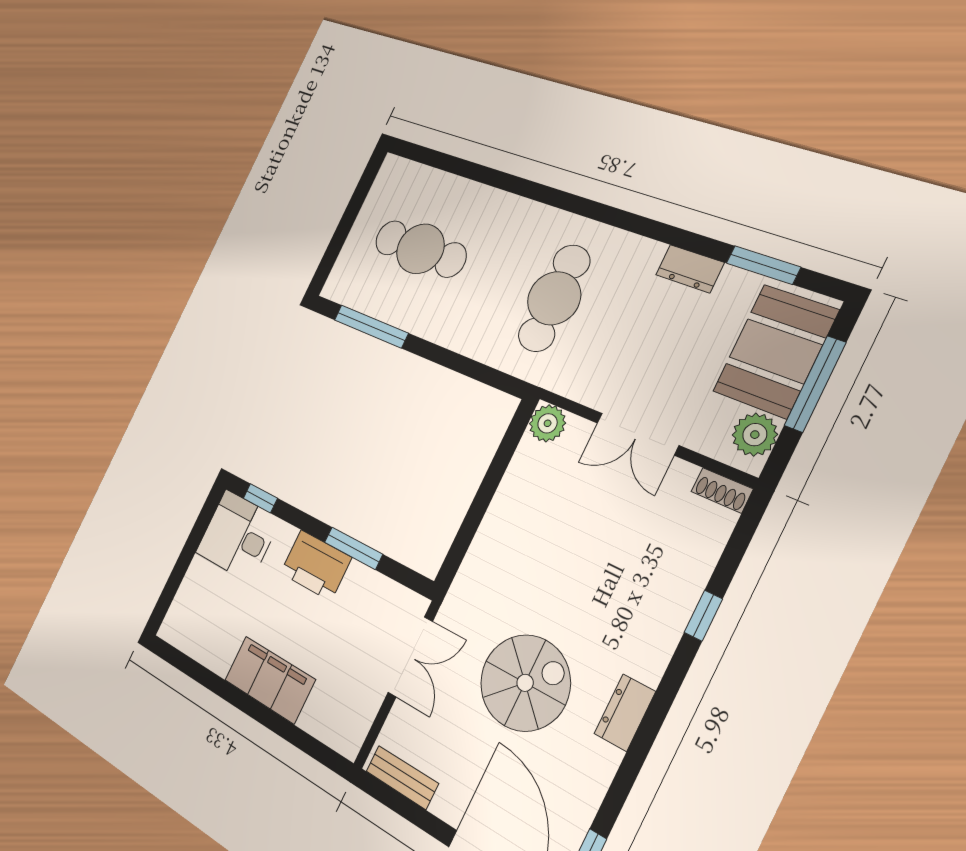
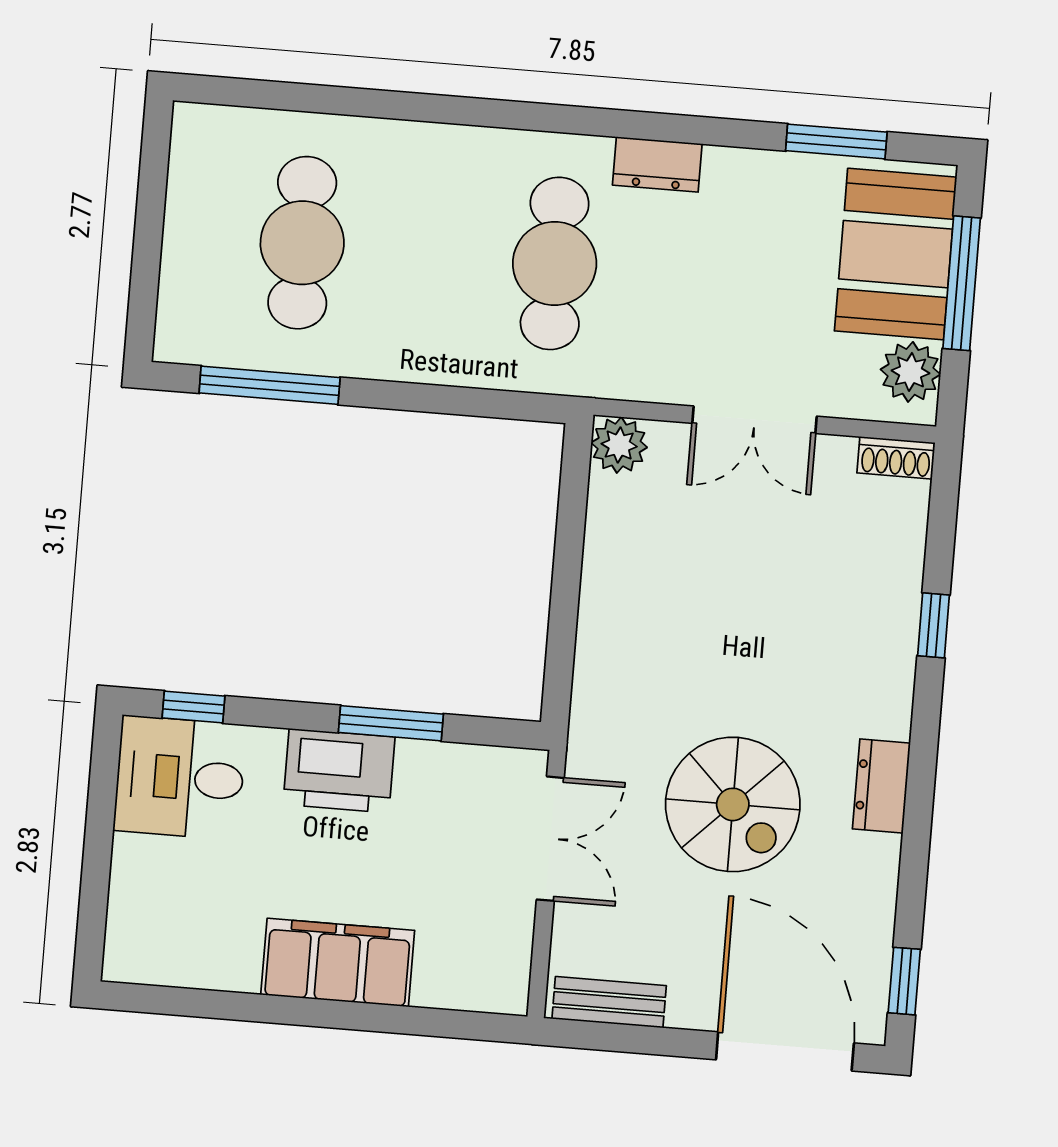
cafe table: (420, 249) -> (302, 243), turned 90
dresser: (690, 269) -> (657, 164), moved
spiral stairs: (525, 683) -> (733, 804), turned 90

